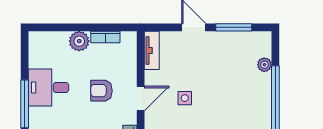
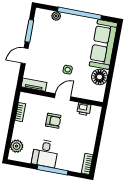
plant: (79, 41) -> (17, 146), moved
armchair: (101, 91) -> (53, 121), turned -90
door: (141, 99) -> (63, 97), hinge flipped

